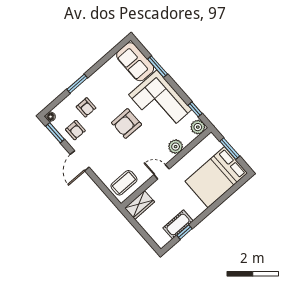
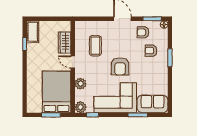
armchair: (127, 124) -> (120, 66), turned 180
door: (162, 172) -> (73, 62), swing flipped
bed: (216, 177) -> (57, 92), moved
coffee table: (124, 183) -> (95, 46), moved
wardrobe: (140, 205) -> (65, 43), moved
cot: (178, 224) -> (33, 32), moved

